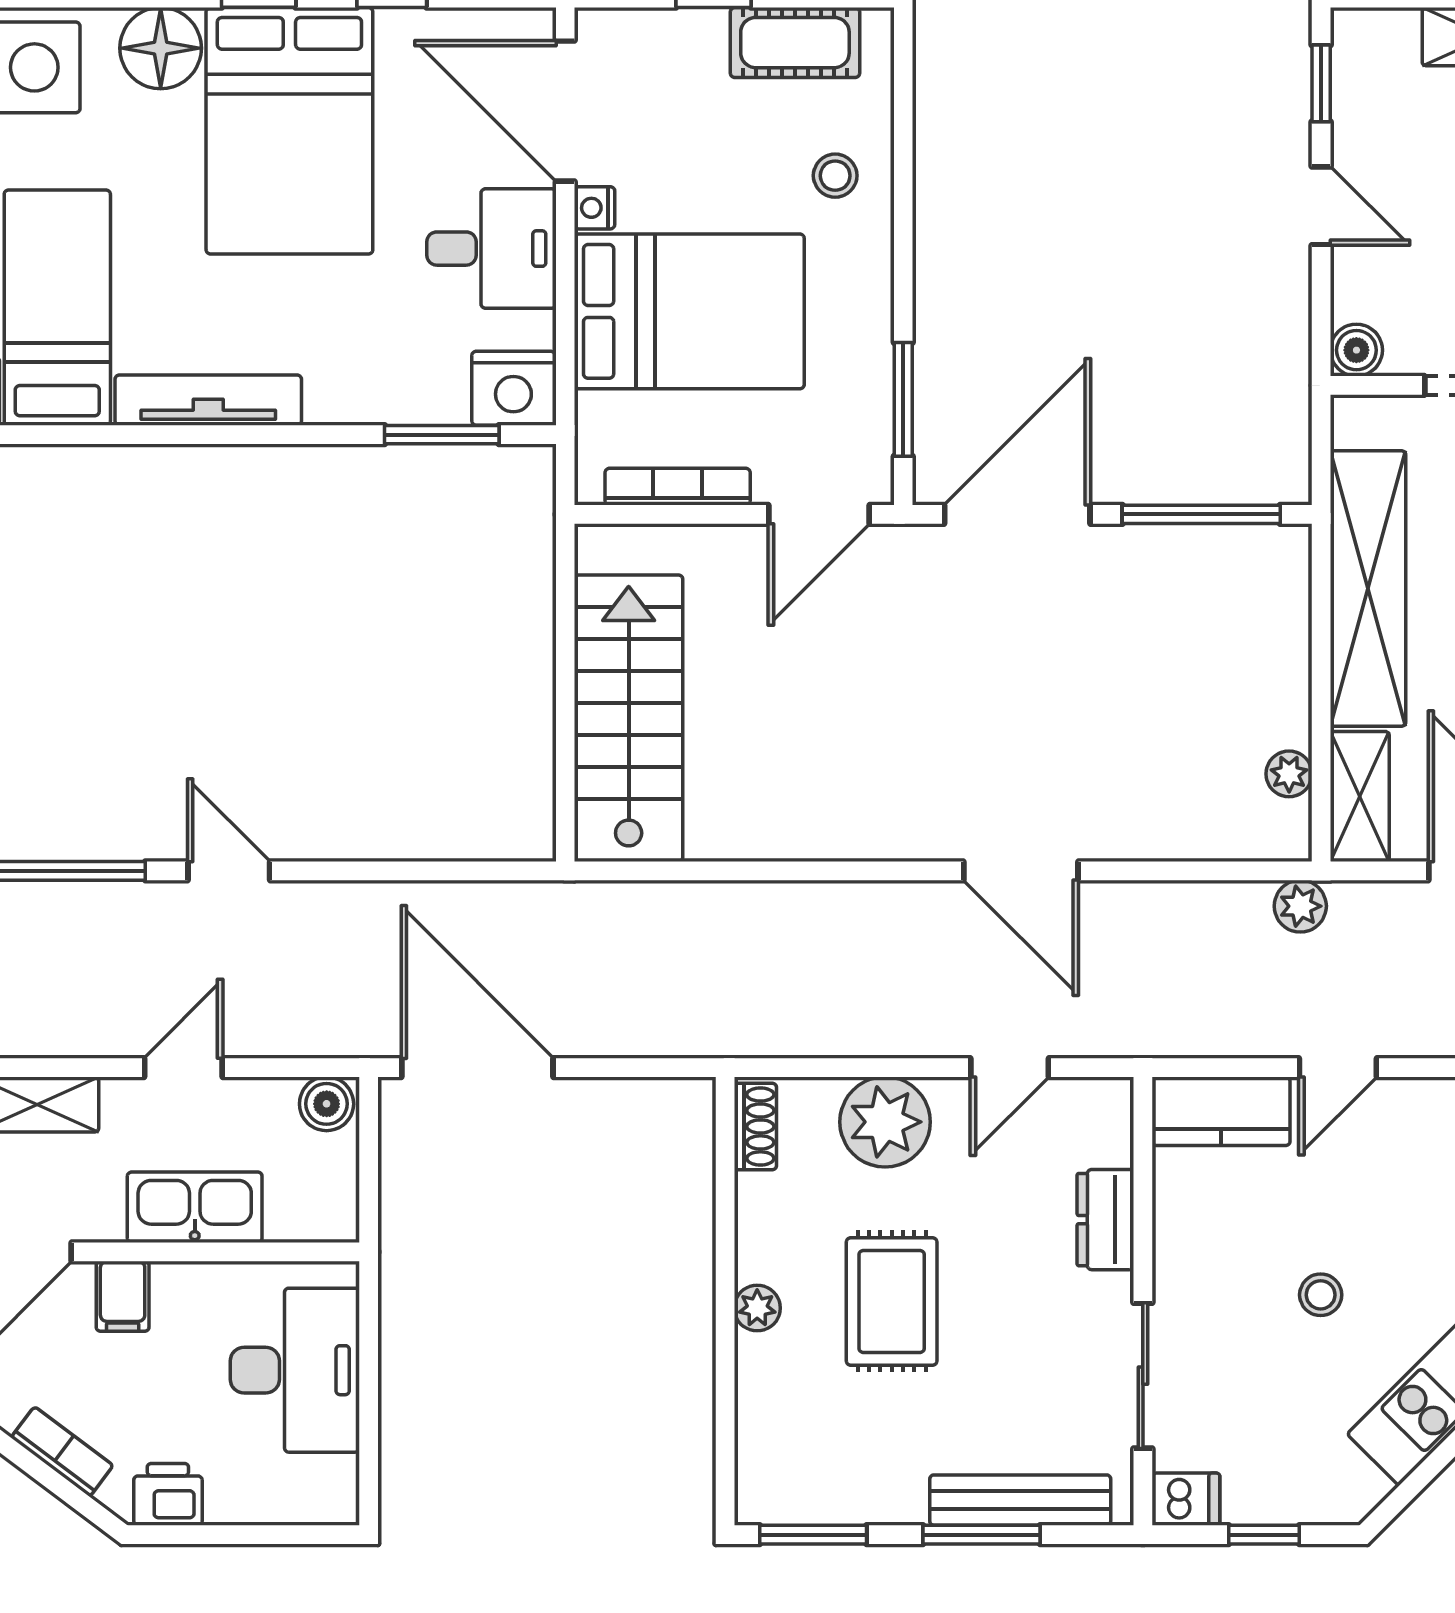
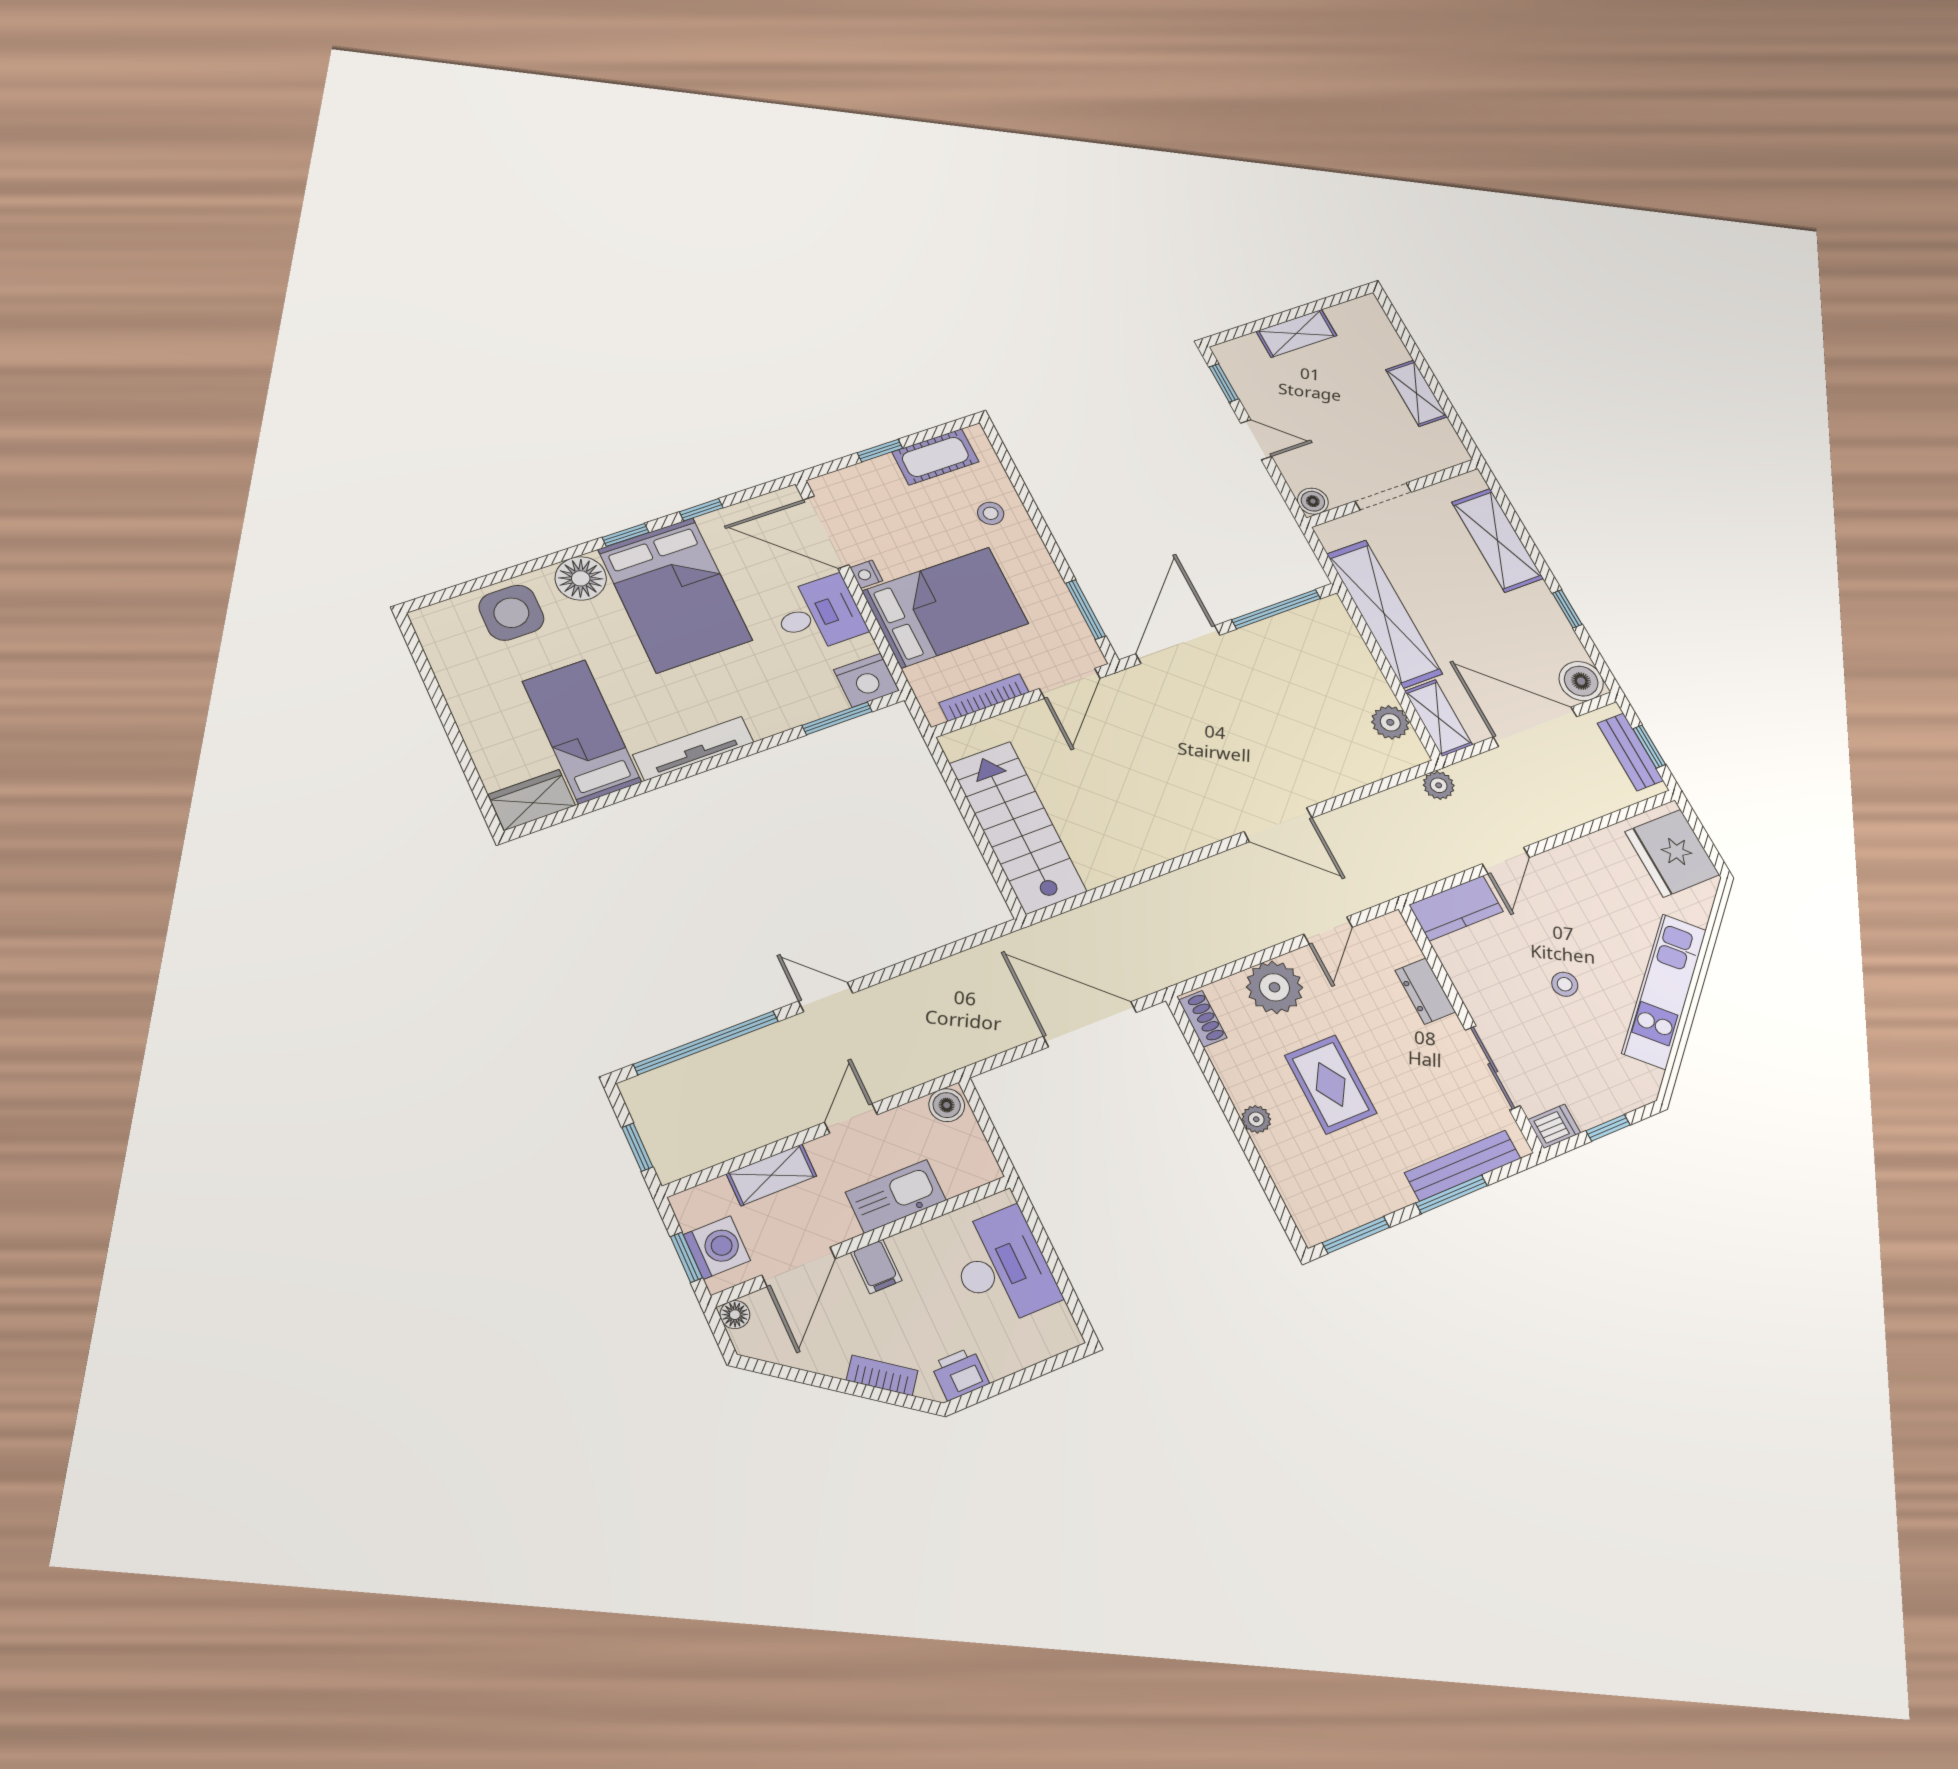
plant: (1289, 774) -> (1390, 722), width x1.38, depth x1.38
door: (477, 1068) -> (1090, 1024), moved

